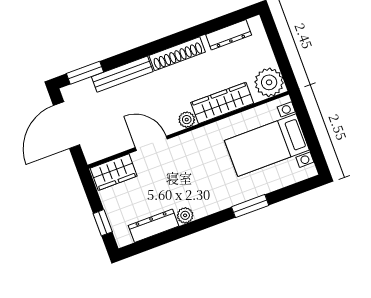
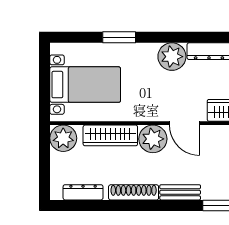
bench: (122, 74) -> (180, 192), width x0.73
plant: (187, 120) -> (153, 139), width x1.87, depth x1.87
plant: (185, 215) -> (172, 57), width x1.87, depth x1.87

